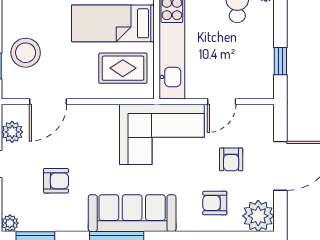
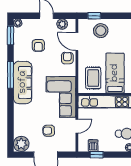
dishwasher: (262, 68) -> (93, 146), added
door: (222, 102) -> (77, 126), swing flipped
armchair: (215, 203) -> (67, 58), moved

